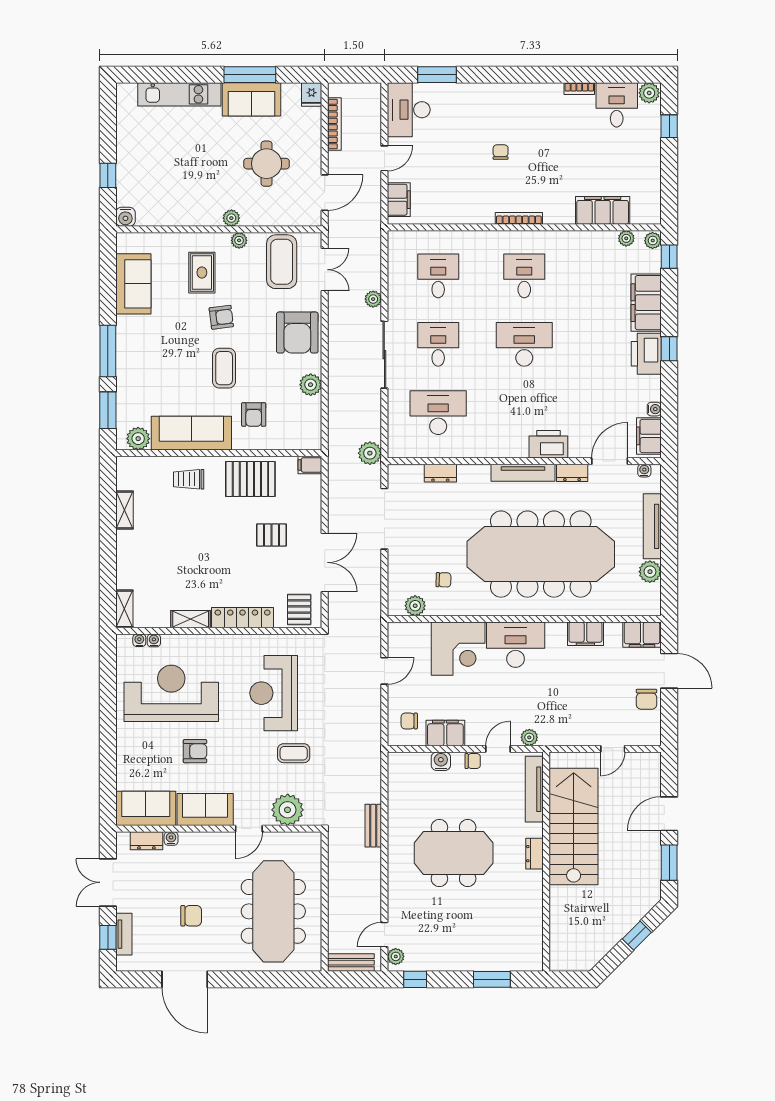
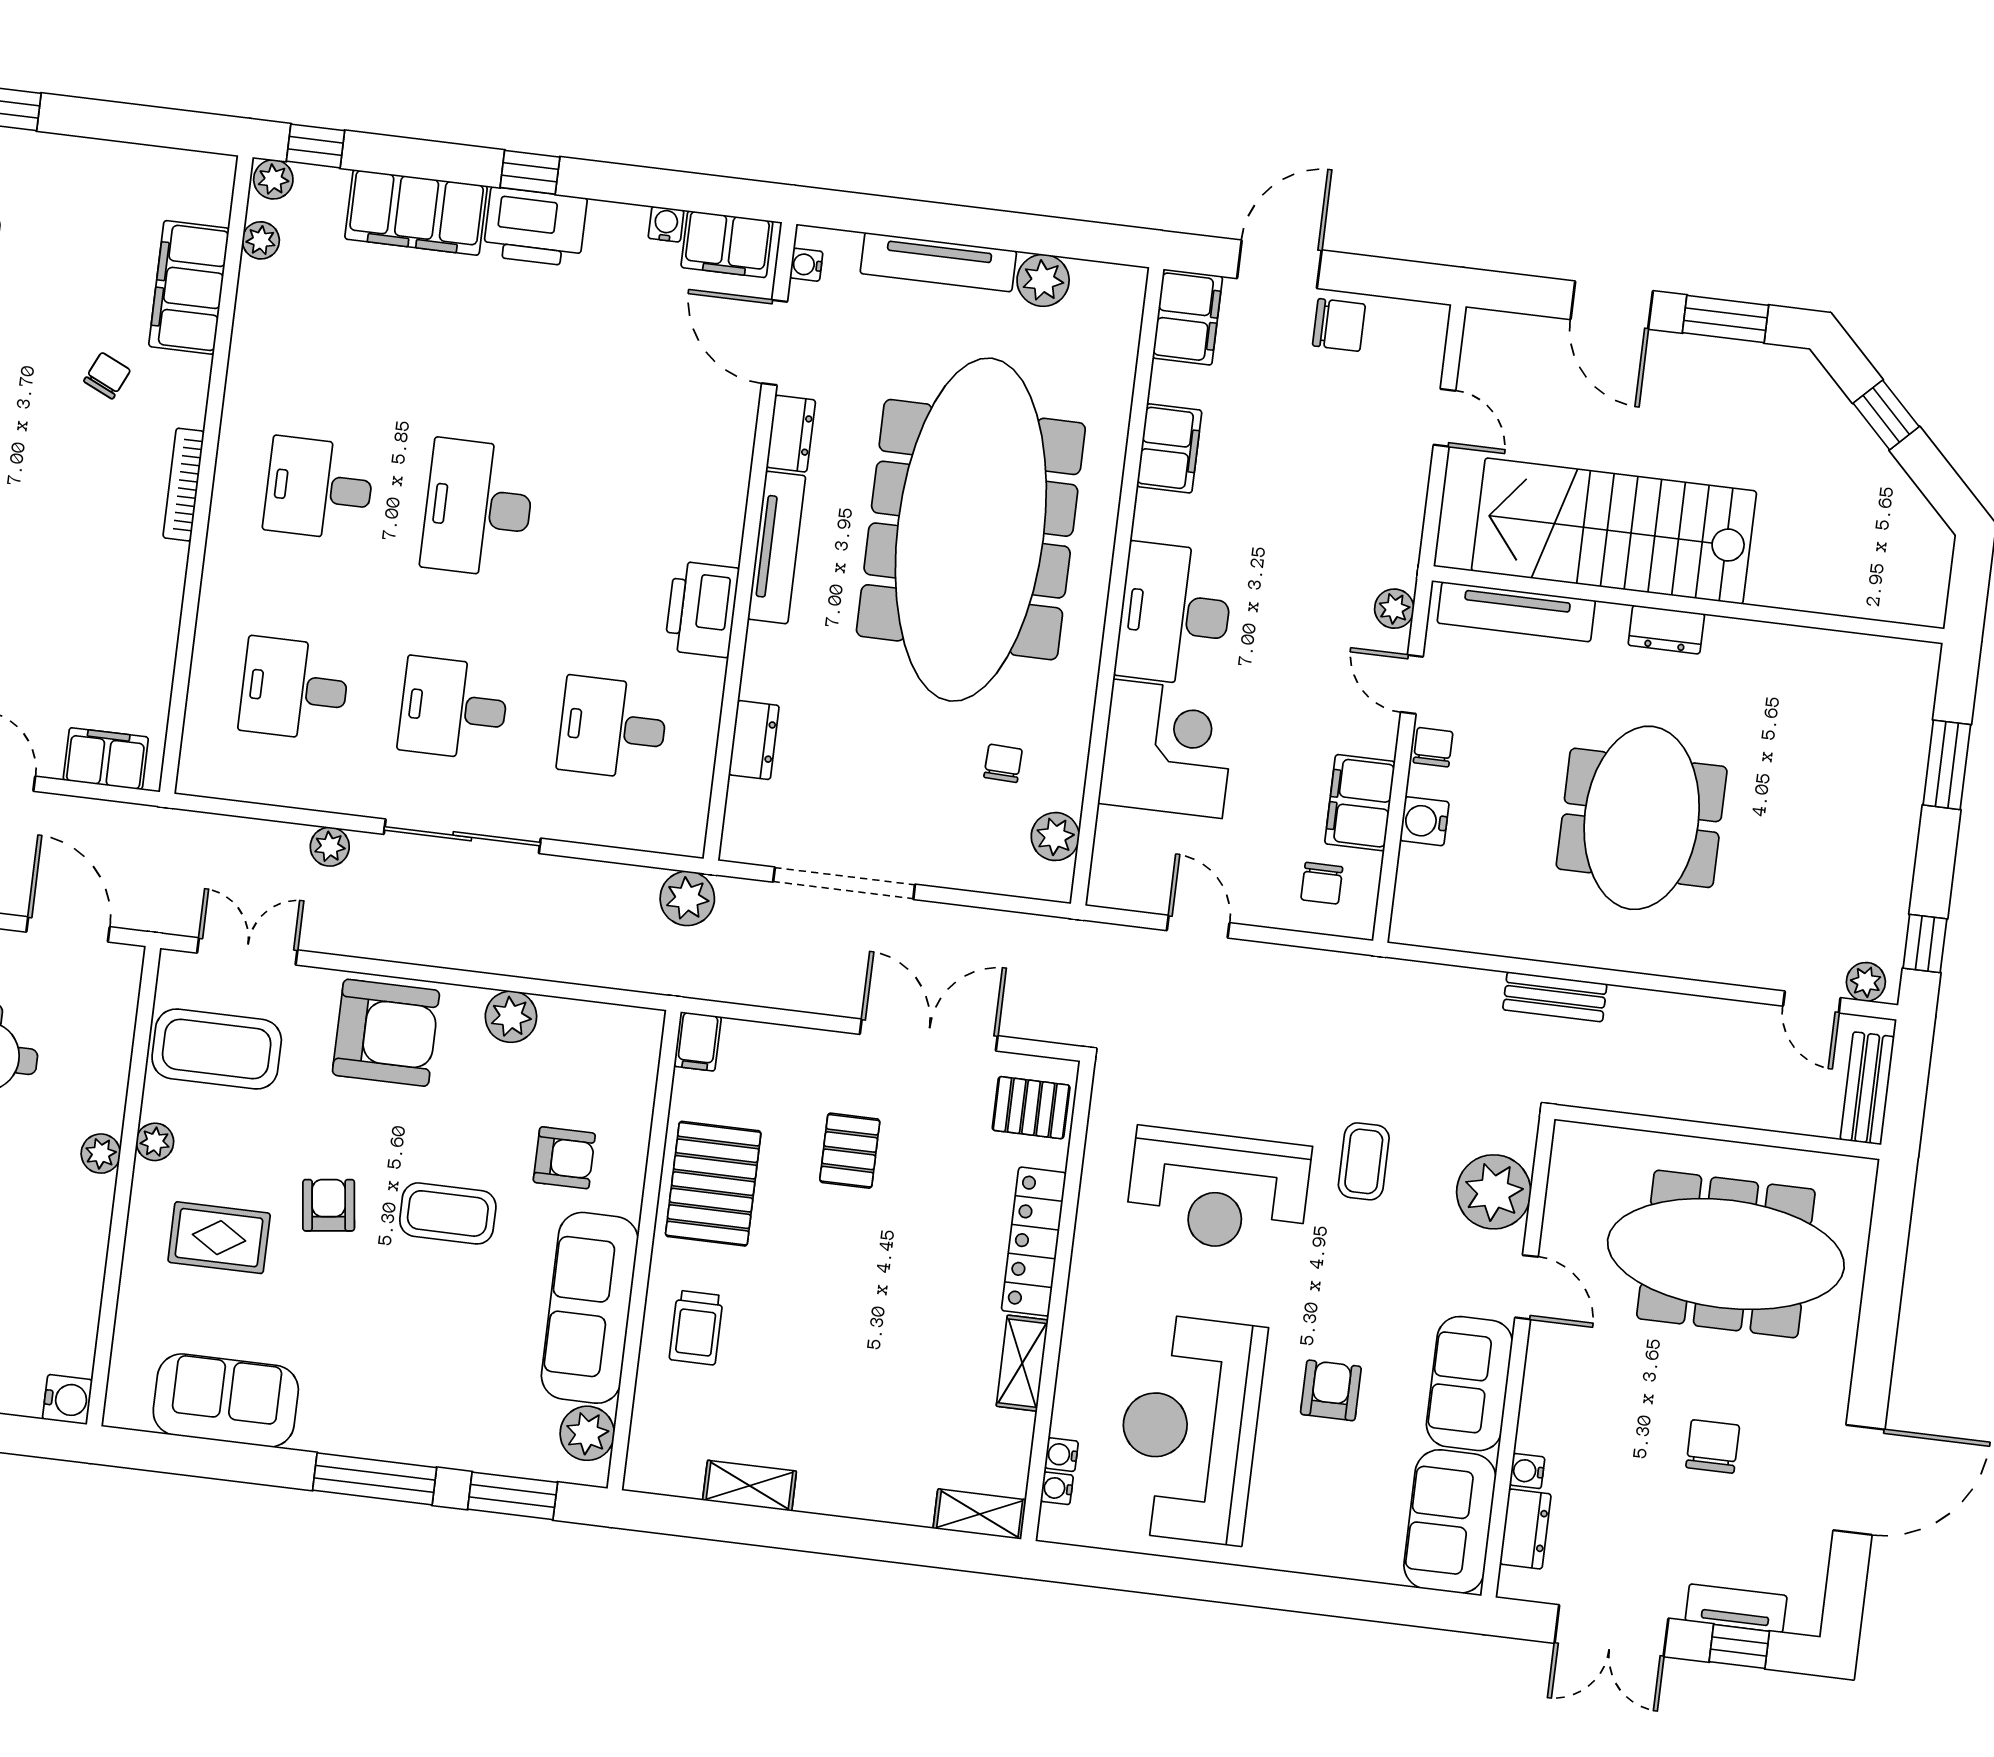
chair: (501, 152) -> (107, 376), moved, turned 115
desk: (438, 413) -> (613, 728), width x0.73
printer: (548, 444) -> (702, 609), moved

